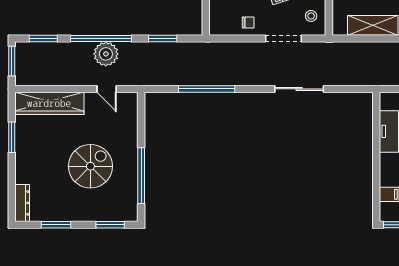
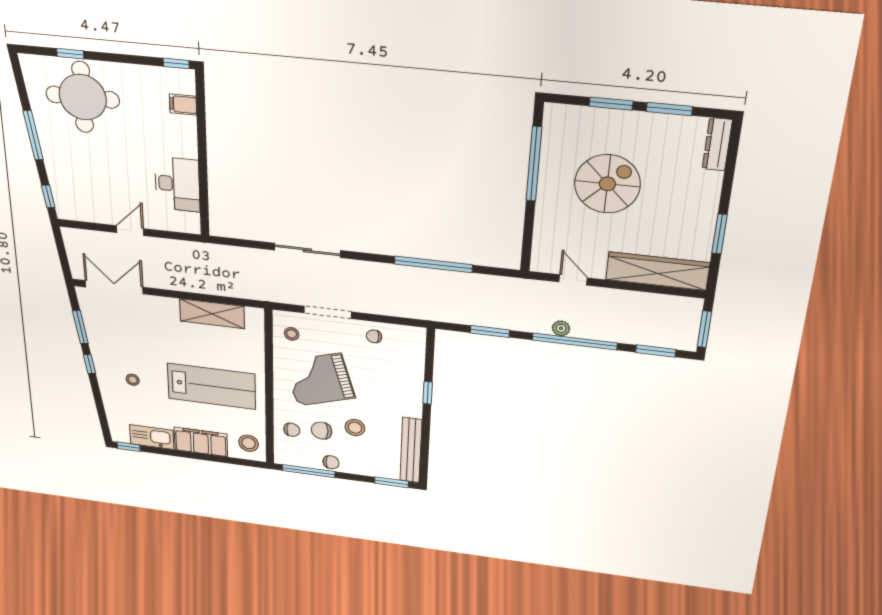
plant: (106, 54) -> (561, 328), width x0.53, depth x0.53
spiral stairs: (90, 166) -> (607, 184), turned 180
window: (110, 225) -> (611, 104), moved

